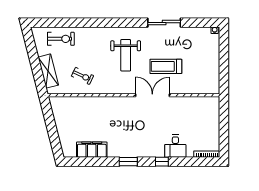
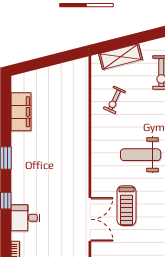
treadmill: (166, 66) -> (126, 206), turned 180
double door: (152, 95) -> (90, 219), moved

